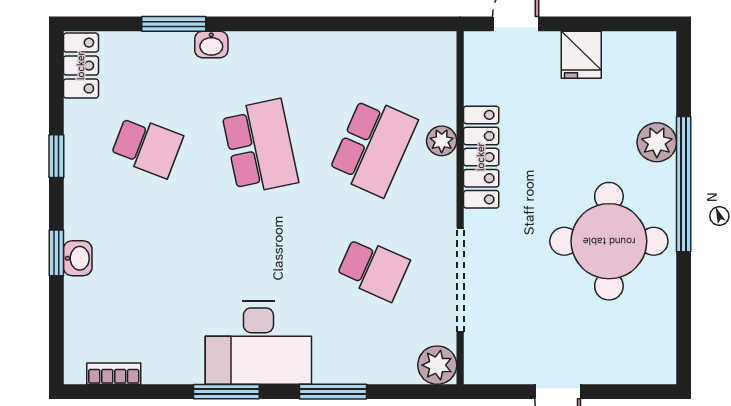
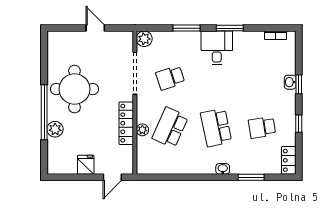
washbasin: (211, 44) -> (223, 169), moved
school desk: (147, 147) -> (262, 127), turned -30
school desk: (373, 269) -> (170, 78), turned -42
desk: (258, 343) -> (217, 48), width x0.73

